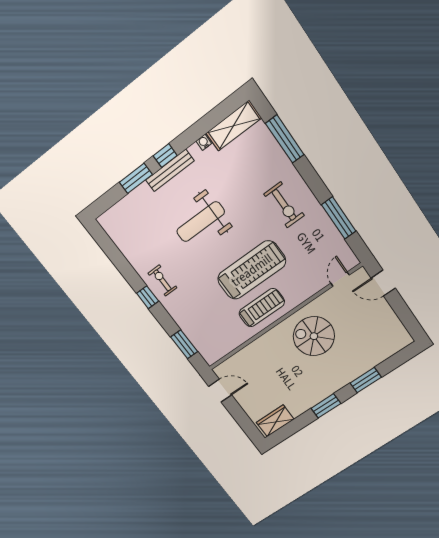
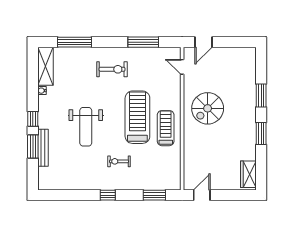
bench: (170, 170) -> (43, 148), moved
exercise bike: (162, 280) -> (119, 161), moved

